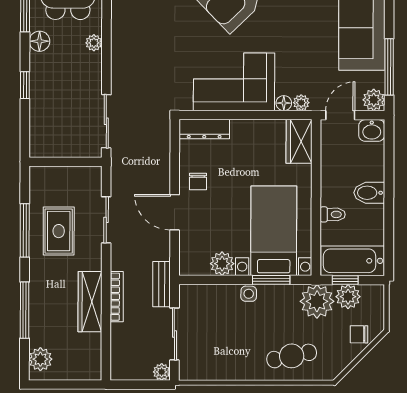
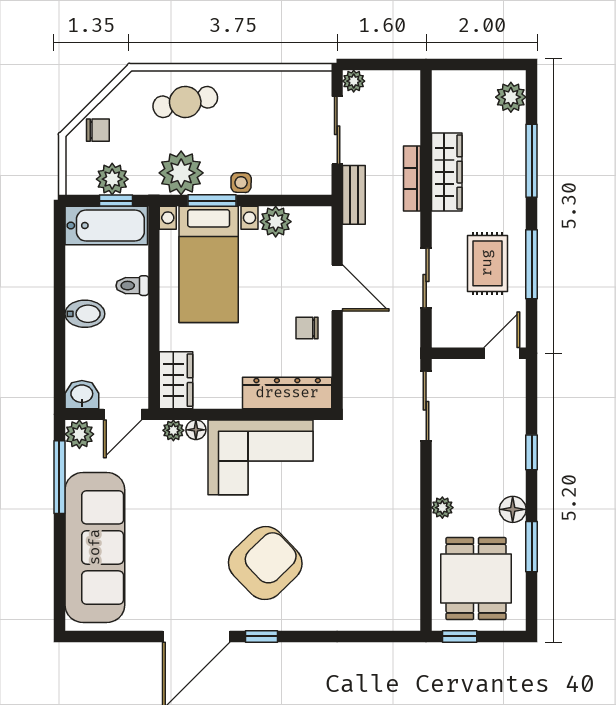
dresser: (204, 129) -> (287, 393), width x1.37, depth x1.24
door: (48, 162) -> (502, 353), added
chair: (198, 182) -> (307, 328), turned -90
plant: (317, 301) -> (181, 173), moved

